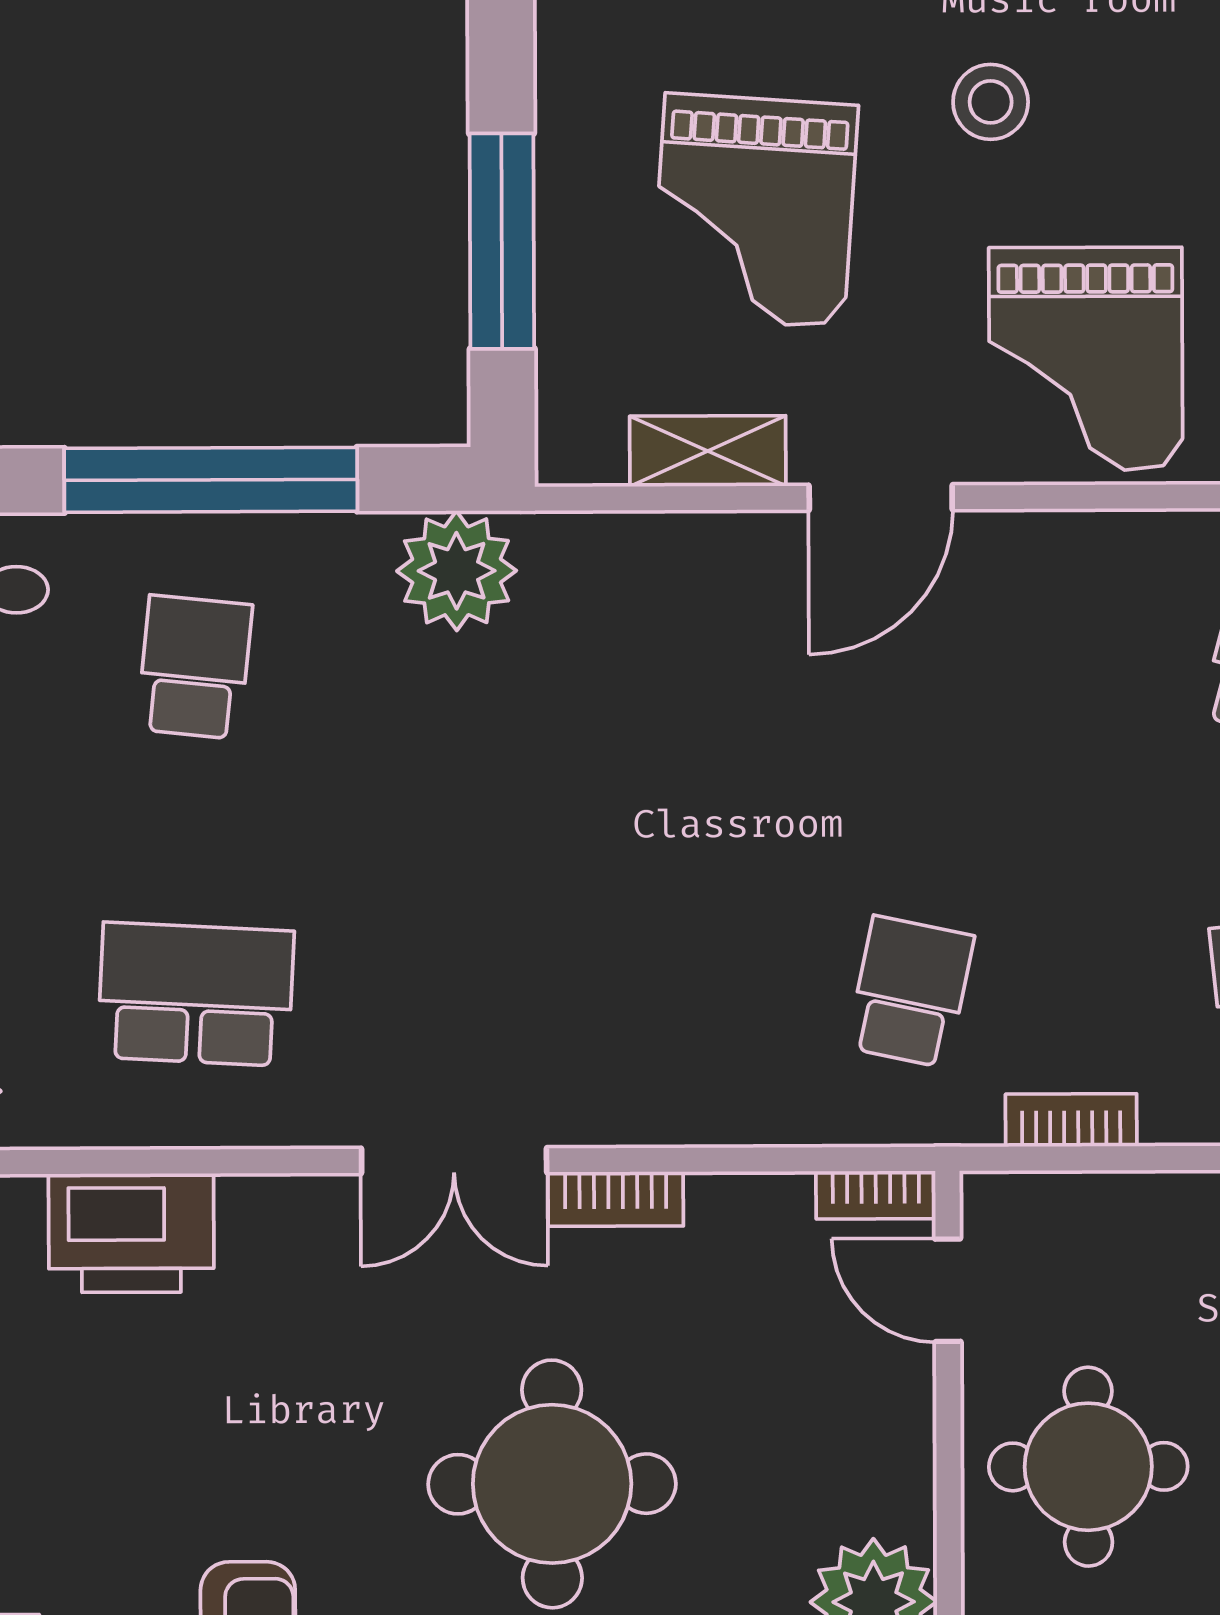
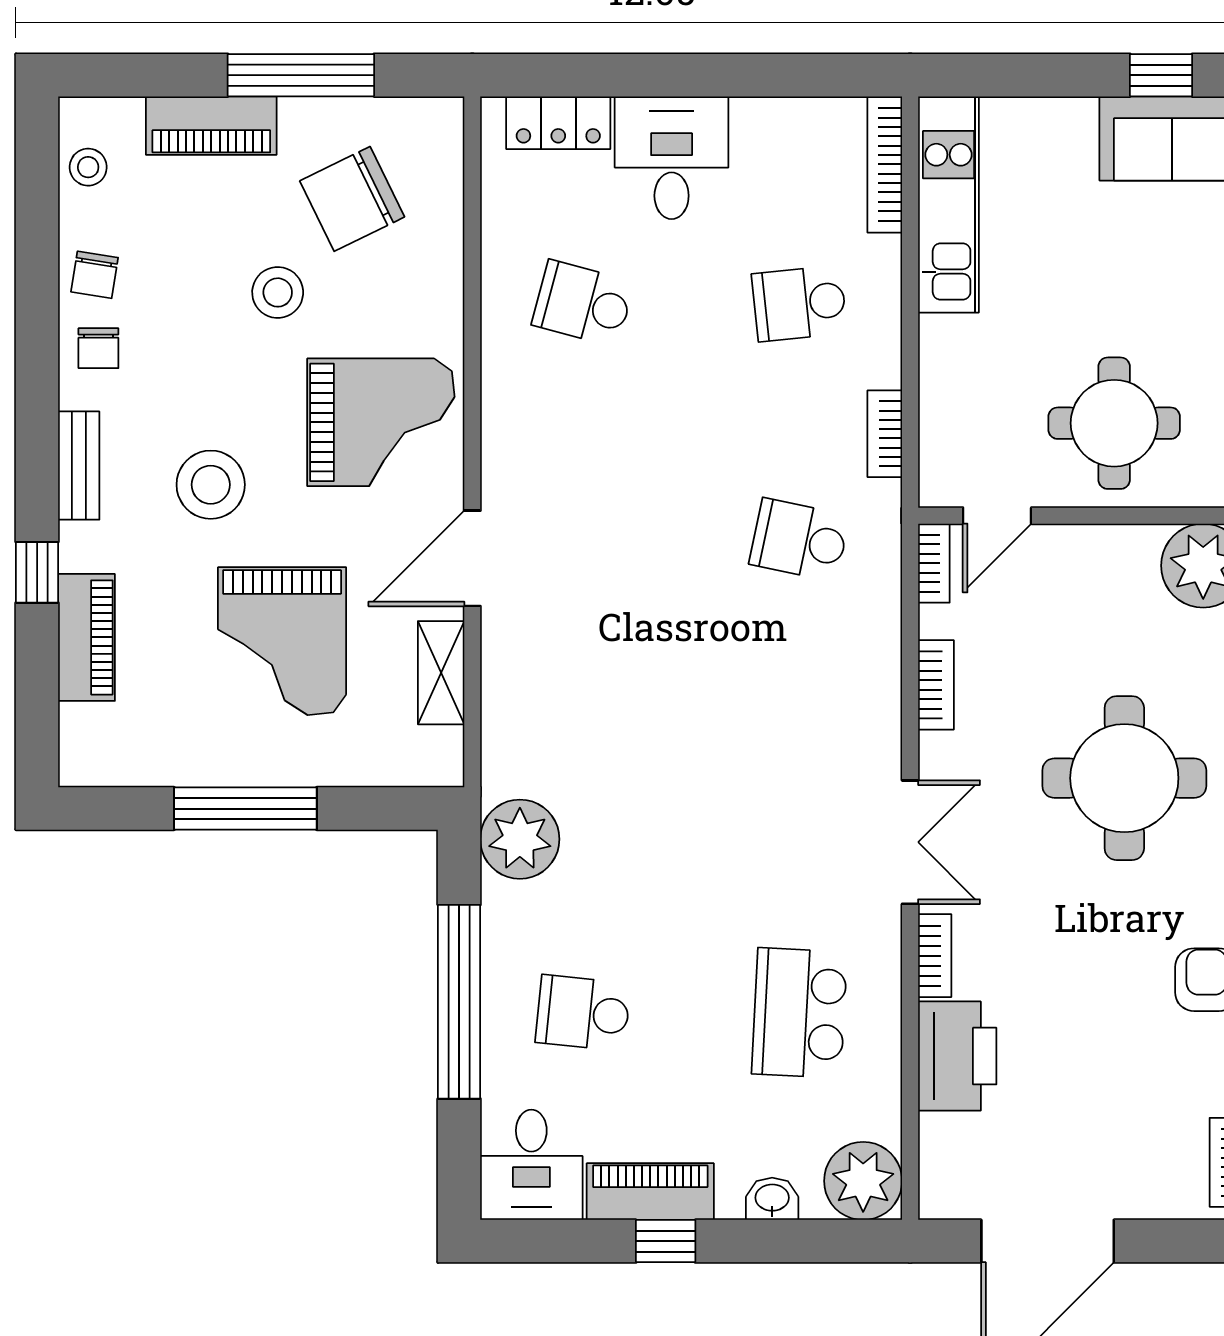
stool: (991, 102) -> (211, 485), width x1.38, depth x1.38
grand piano: (754, 211) -> (282, 641), turned 86
window: (502, 241) -> (245, 809), moved
door: (881, 497) -> (472, 558), swing flipped
bookcase: (283, 1198) -> (935, 956), added
bookcase: (616, 1199) -> (936, 685), moved

